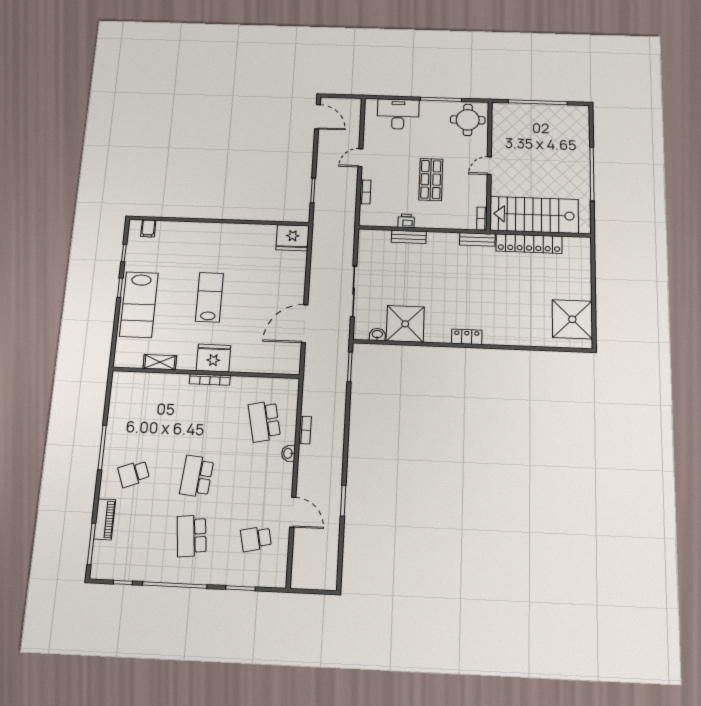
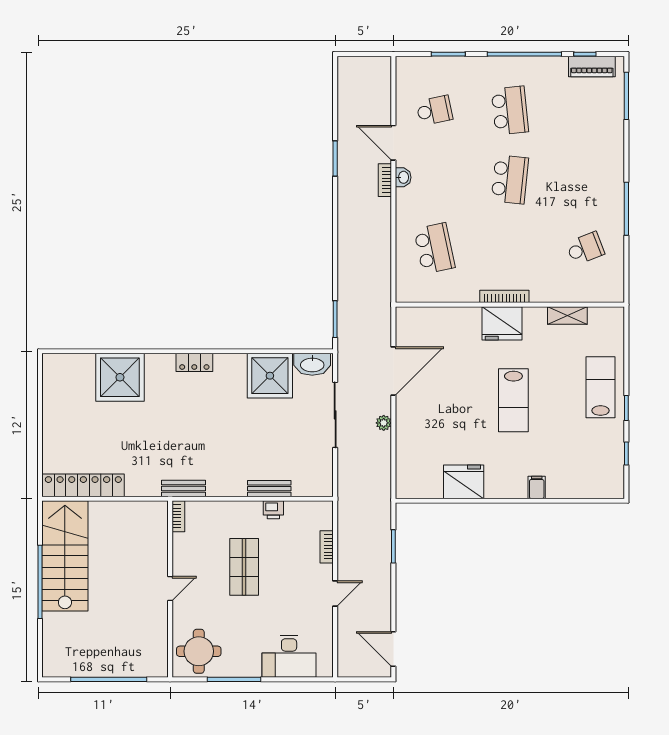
stairs: (534, 215) -> (65, 556), moved, turned -90
filing cabinet: (148, 228) -> (537, 487), moved
fridge: (293, 238) -> (464, 482), moved
locker: (529, 244) -> (83, 485), moved
plant: (315, 284) -> (384, 423), added
lab bench: (139, 305) -> (600, 387), width x0.73, depth x0.72
shower: (572, 319) -> (120, 377), moved
washbasin: (377, 335) -> (312, 364), width x1.91, depth x1.45
bookcase: (305, 430) -> (385, 180), moved
washbasin: (288, 453) -> (403, 177), moved
school desk: (134, 474) -> (585, 248), moved
piano: (105, 519) -> (592, 67), moved, turned -90

